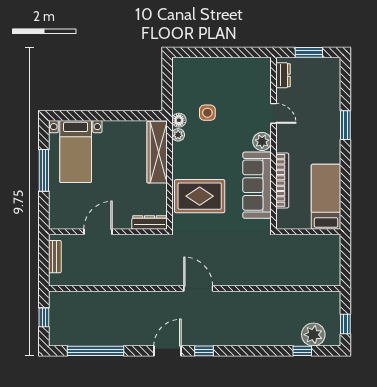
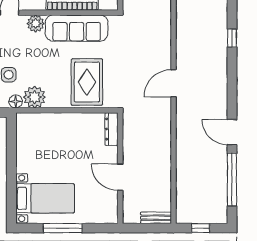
plant: (178, 135) -> (35, 97), width x1.88, depth x1.88
wardrobe: (157, 152) -> (46, 122), removed
bench: (55, 257) -> (156, 218), moved
door: (167, 351) -> (232, 132), moved
window: (204, 351) -> (232, 38), moved

